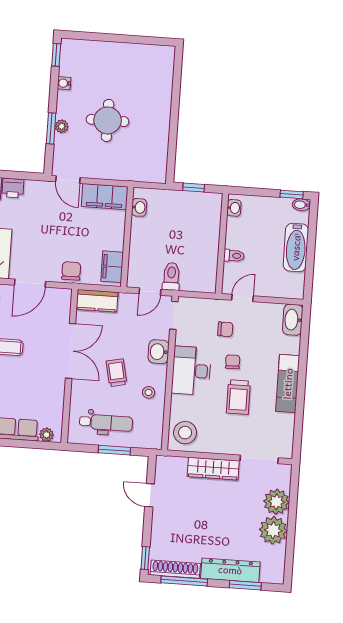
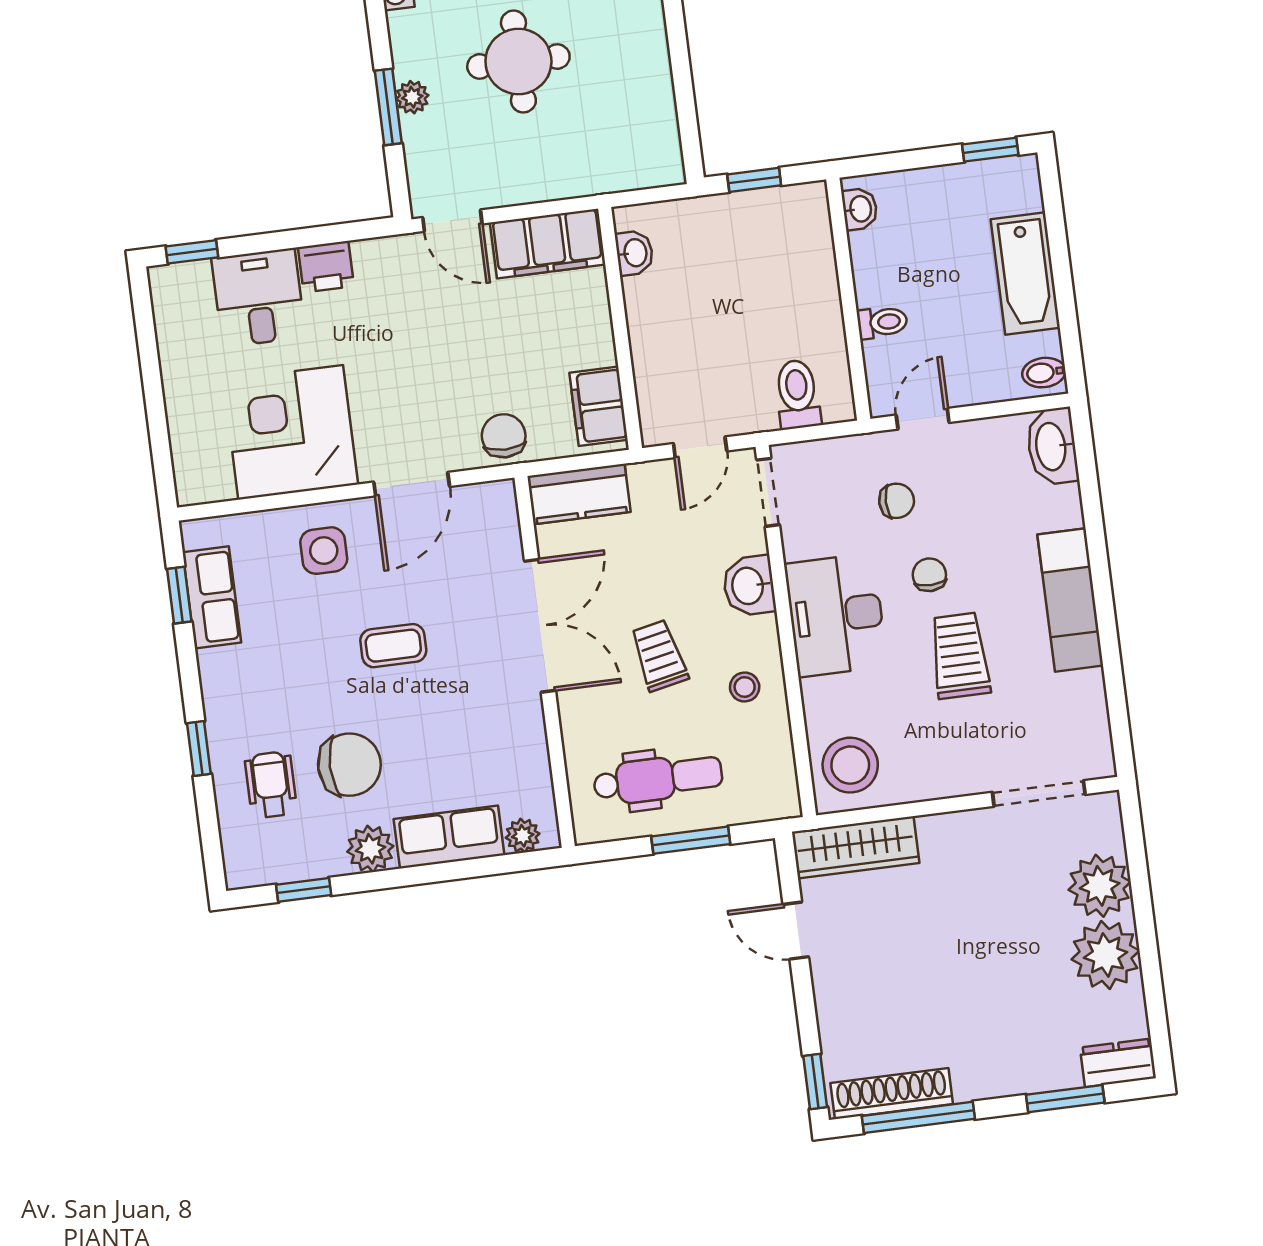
bidet: (301, 205) -> (1044, 373), moved
toilet: (171, 276) -> (797, 394), moved
trolley: (238, 397) -> (960, 656), turned 180
wardrobe: (213, 469) -> (856, 847), moved
dresser: (230, 570) -> (1118, 1063), moved, width x0.51, depth x0.80

